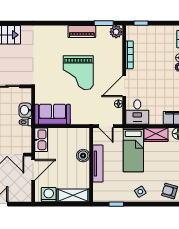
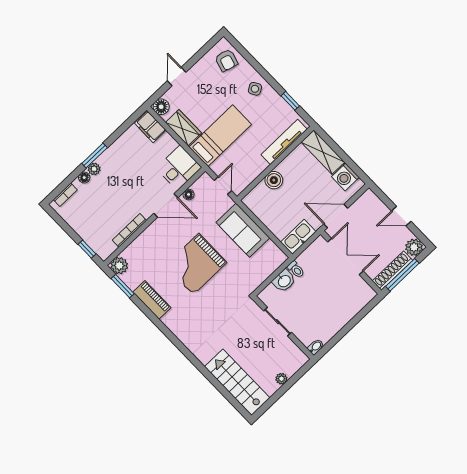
grand piano: (78, 73) -> (196, 264), turned 180
sofa: (52, 114) -> (243, 230), moved
tv unit: (98, 164) -> (284, 142), moved

